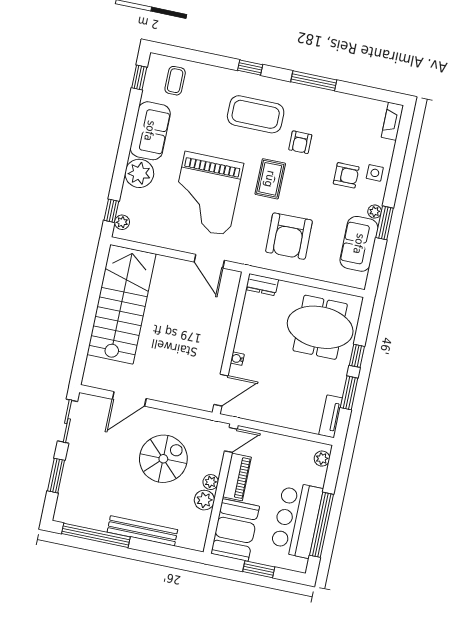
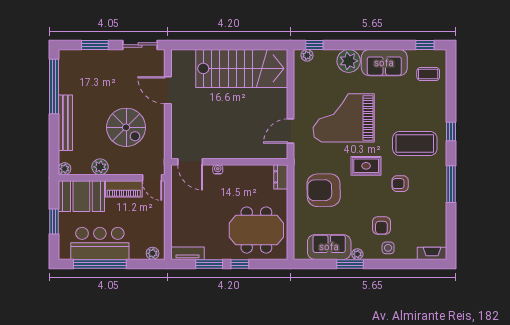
coffee table: (256, 114) -> (415, 143), turned 90
meeting table: (320, 327) -> (256, 230), turned 90
plant: (211, 482) -> (65, 169), moved

